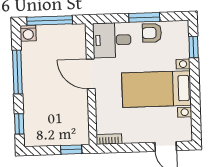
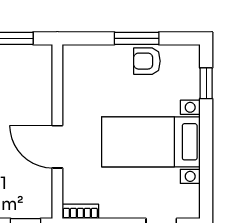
desk: (112, 40) -> (89, 69), removed
door: (91, 74) -> (57, 147), moved

